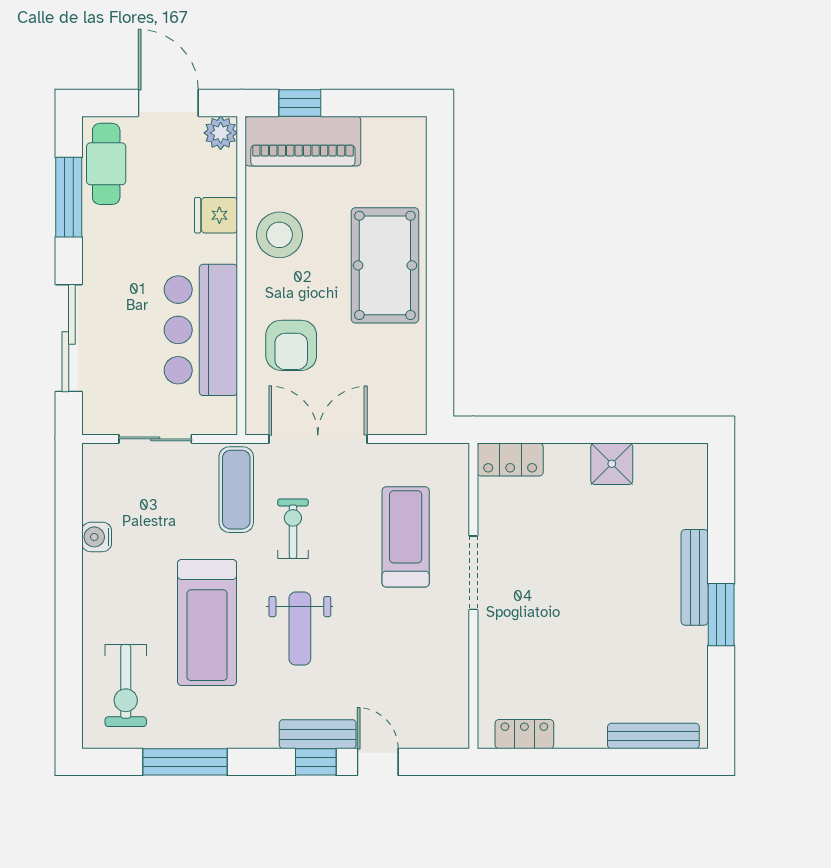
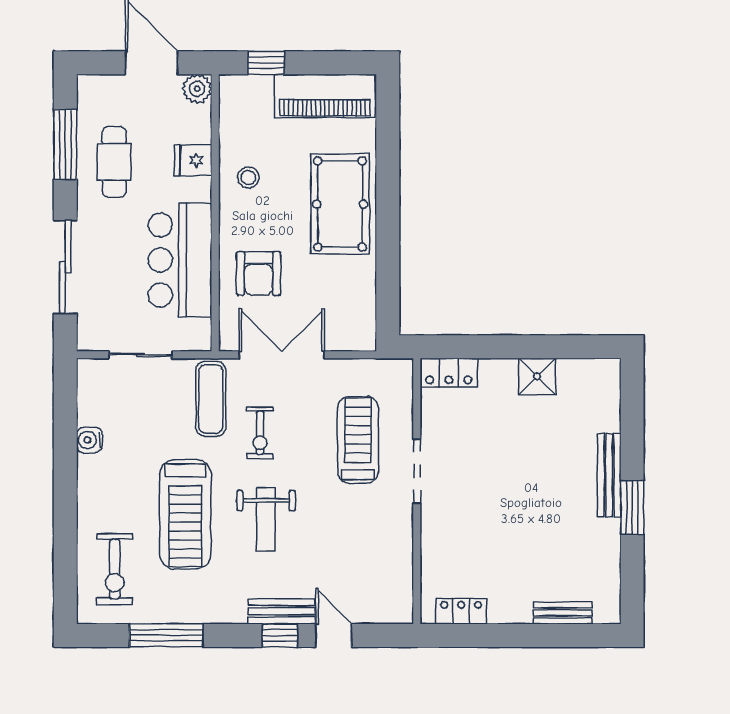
piano: (303, 141) -> (325, 96), moved
cafe table: (106, 164) -> (114, 162), moved
stool: (279, 235) -> (248, 177), width x0.53, depth x0.53
exercise bike: (293, 529) -> (260, 433), turned 180
bench: (653, 736) -> (563, 613), width x0.73

